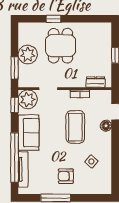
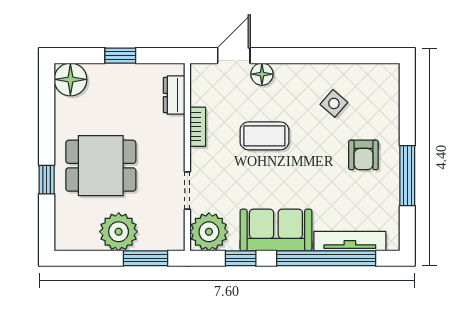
floor lamp: (103, 31) -> (70, 79), added
window: (15, 105) -> (241, 258), moved
coffee table: (75, 127) -> (264, 136), width x0.73, depth x0.76

